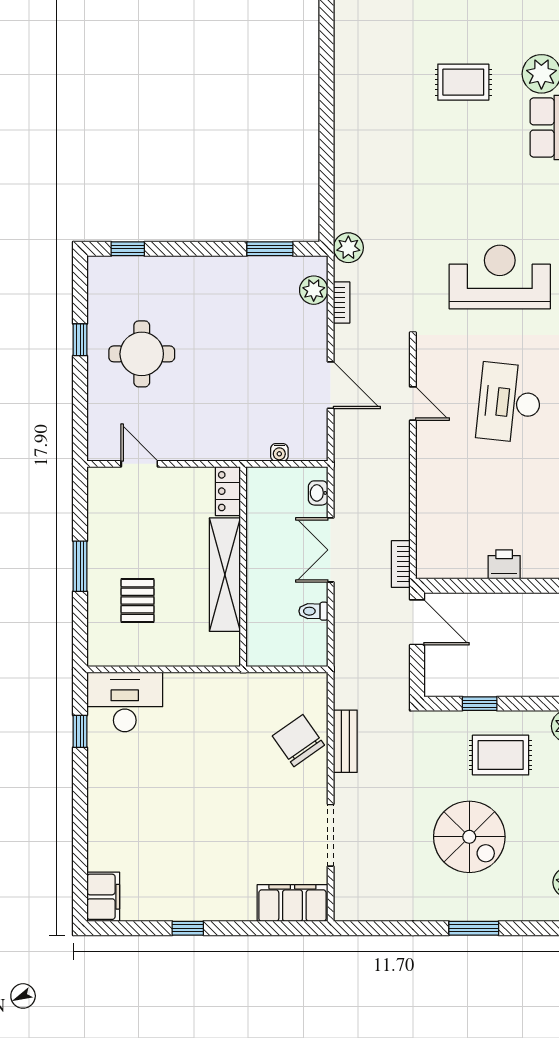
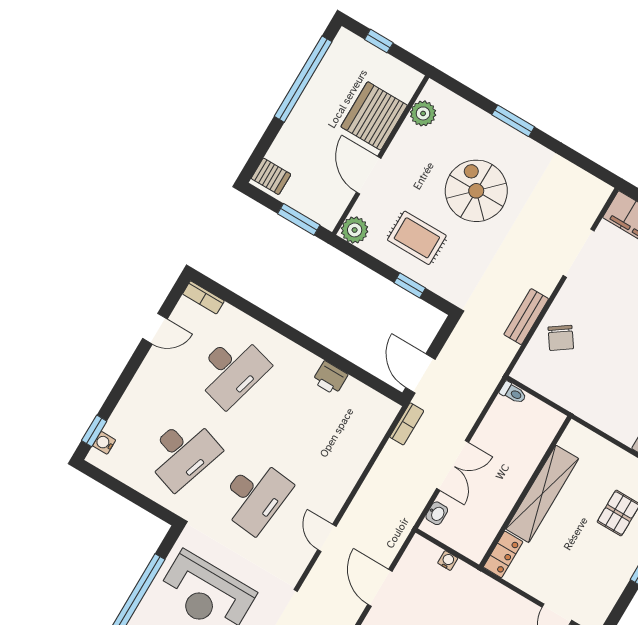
toilet: (313, 611) -> (513, 393), moved
chair: (298, 741) -> (561, 338), width x0.73, depth x0.73

